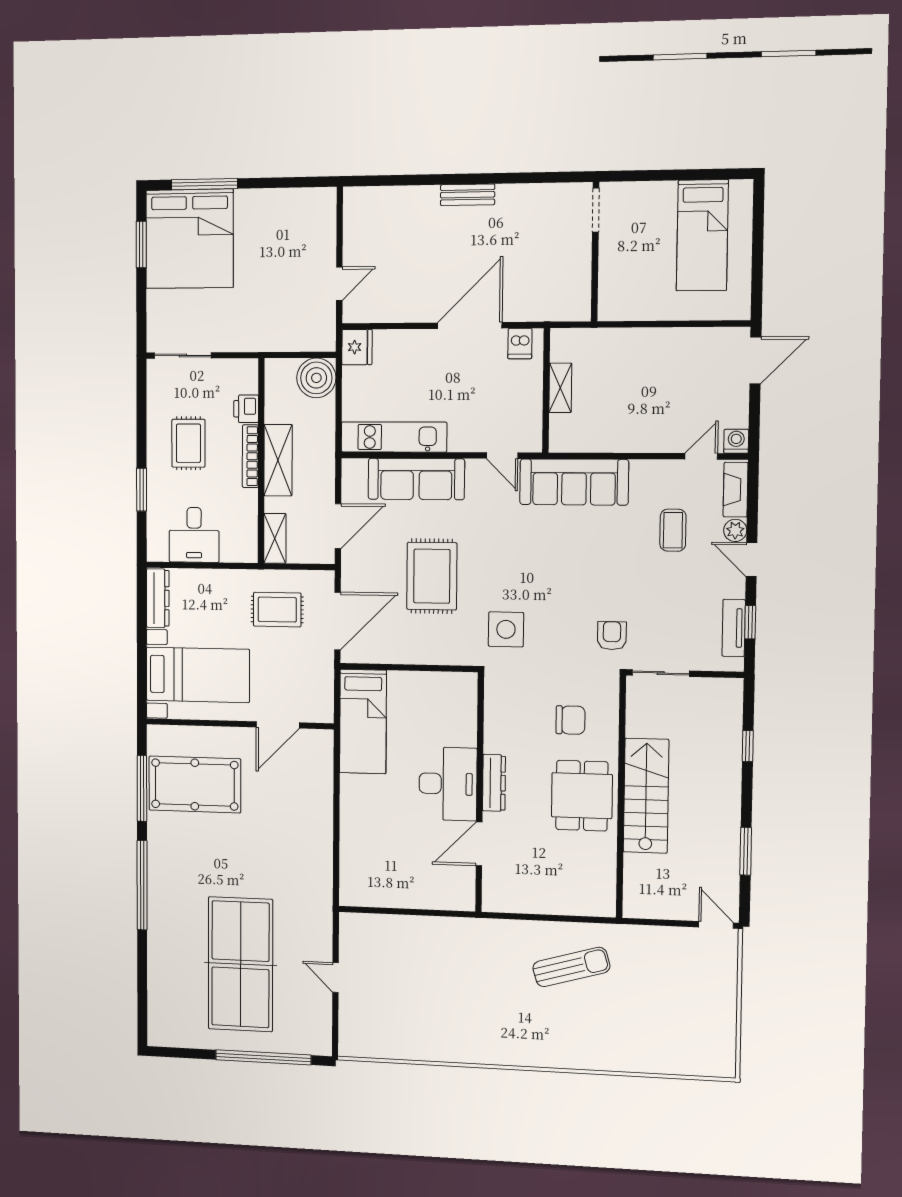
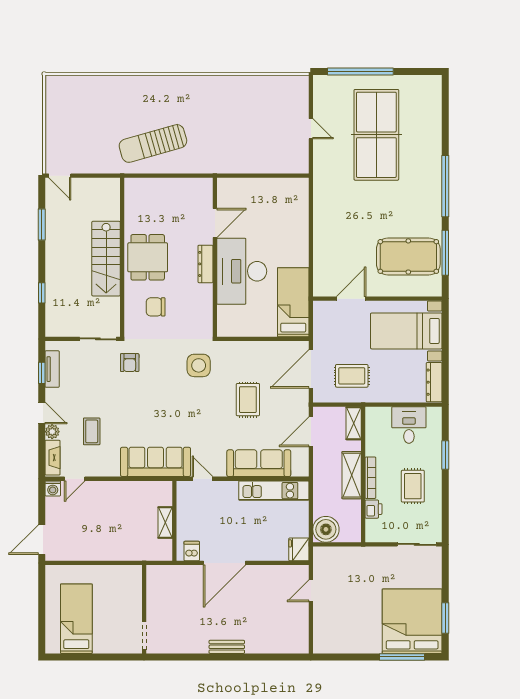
rug: (432, 576) -> (248, 400), width x0.73, depth x0.70
desk: (448, 784) -> (242, 271), width x1.36, depth x1.30
sun lounger: (571, 967) -> (153, 143), width x1.36, depth x1.34

